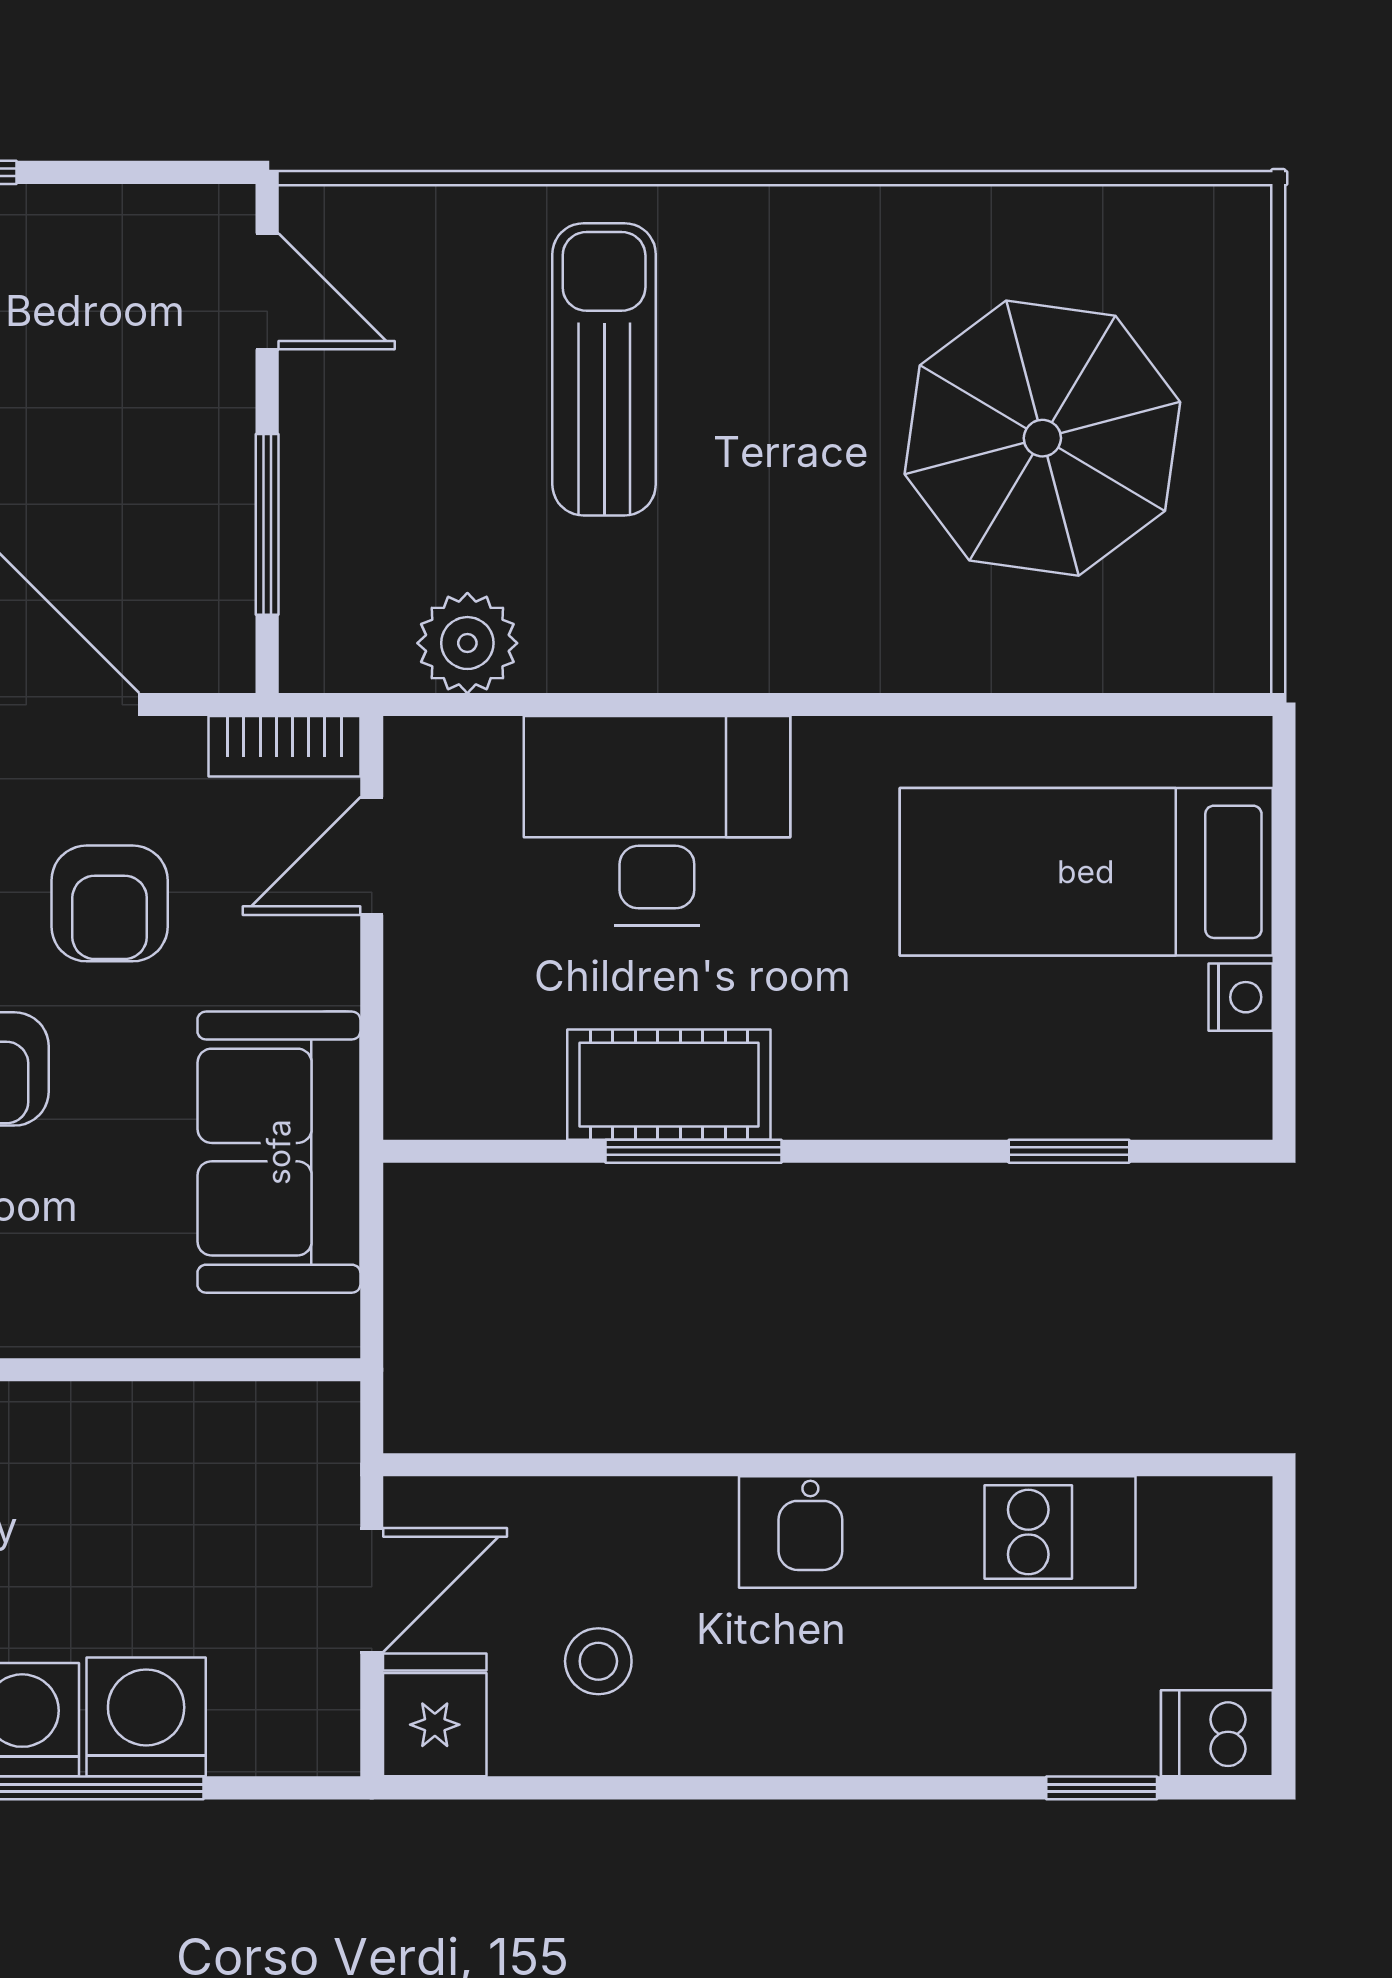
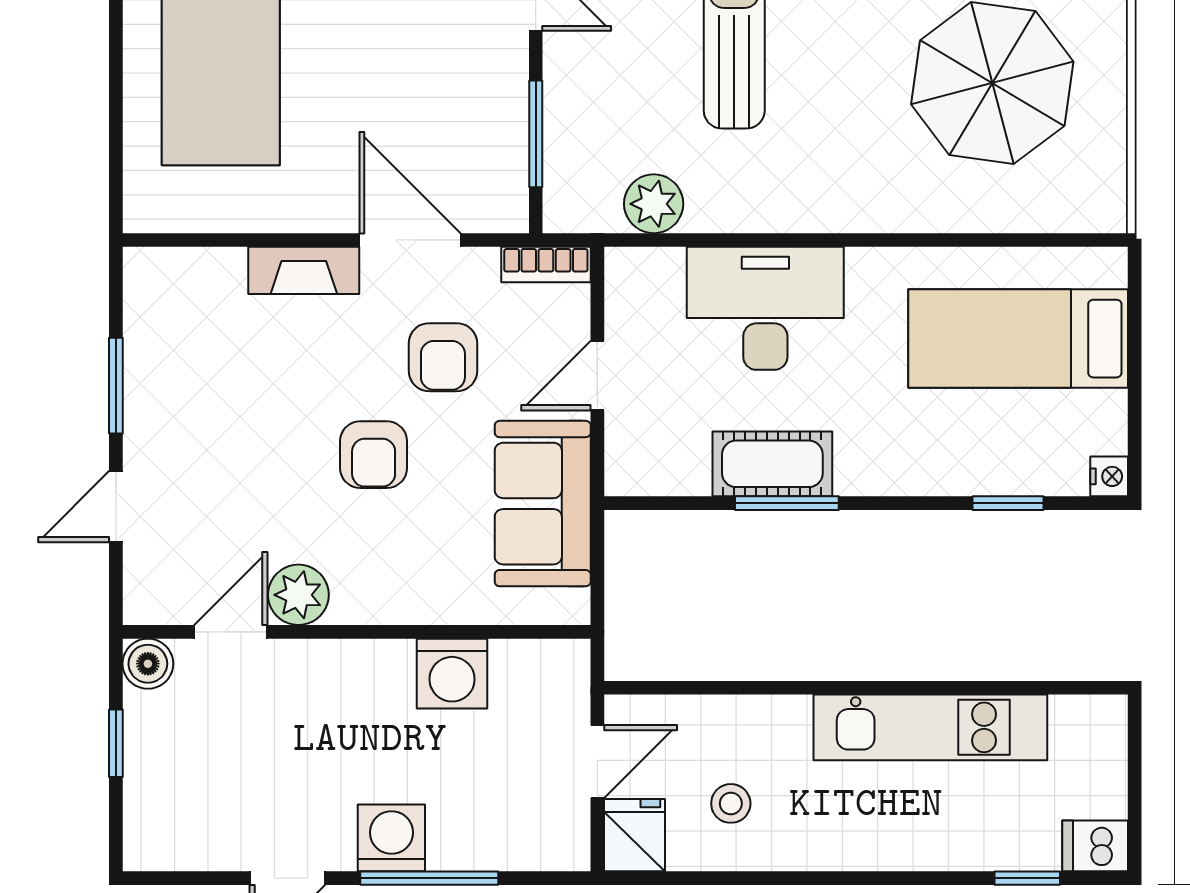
door: (372, 856) -> (597, 376), moved
nightstand: (1241, 997) -> (1109, 476), moved
washing machine: (146, 1717) -> (452, 674), moved, turned 180

